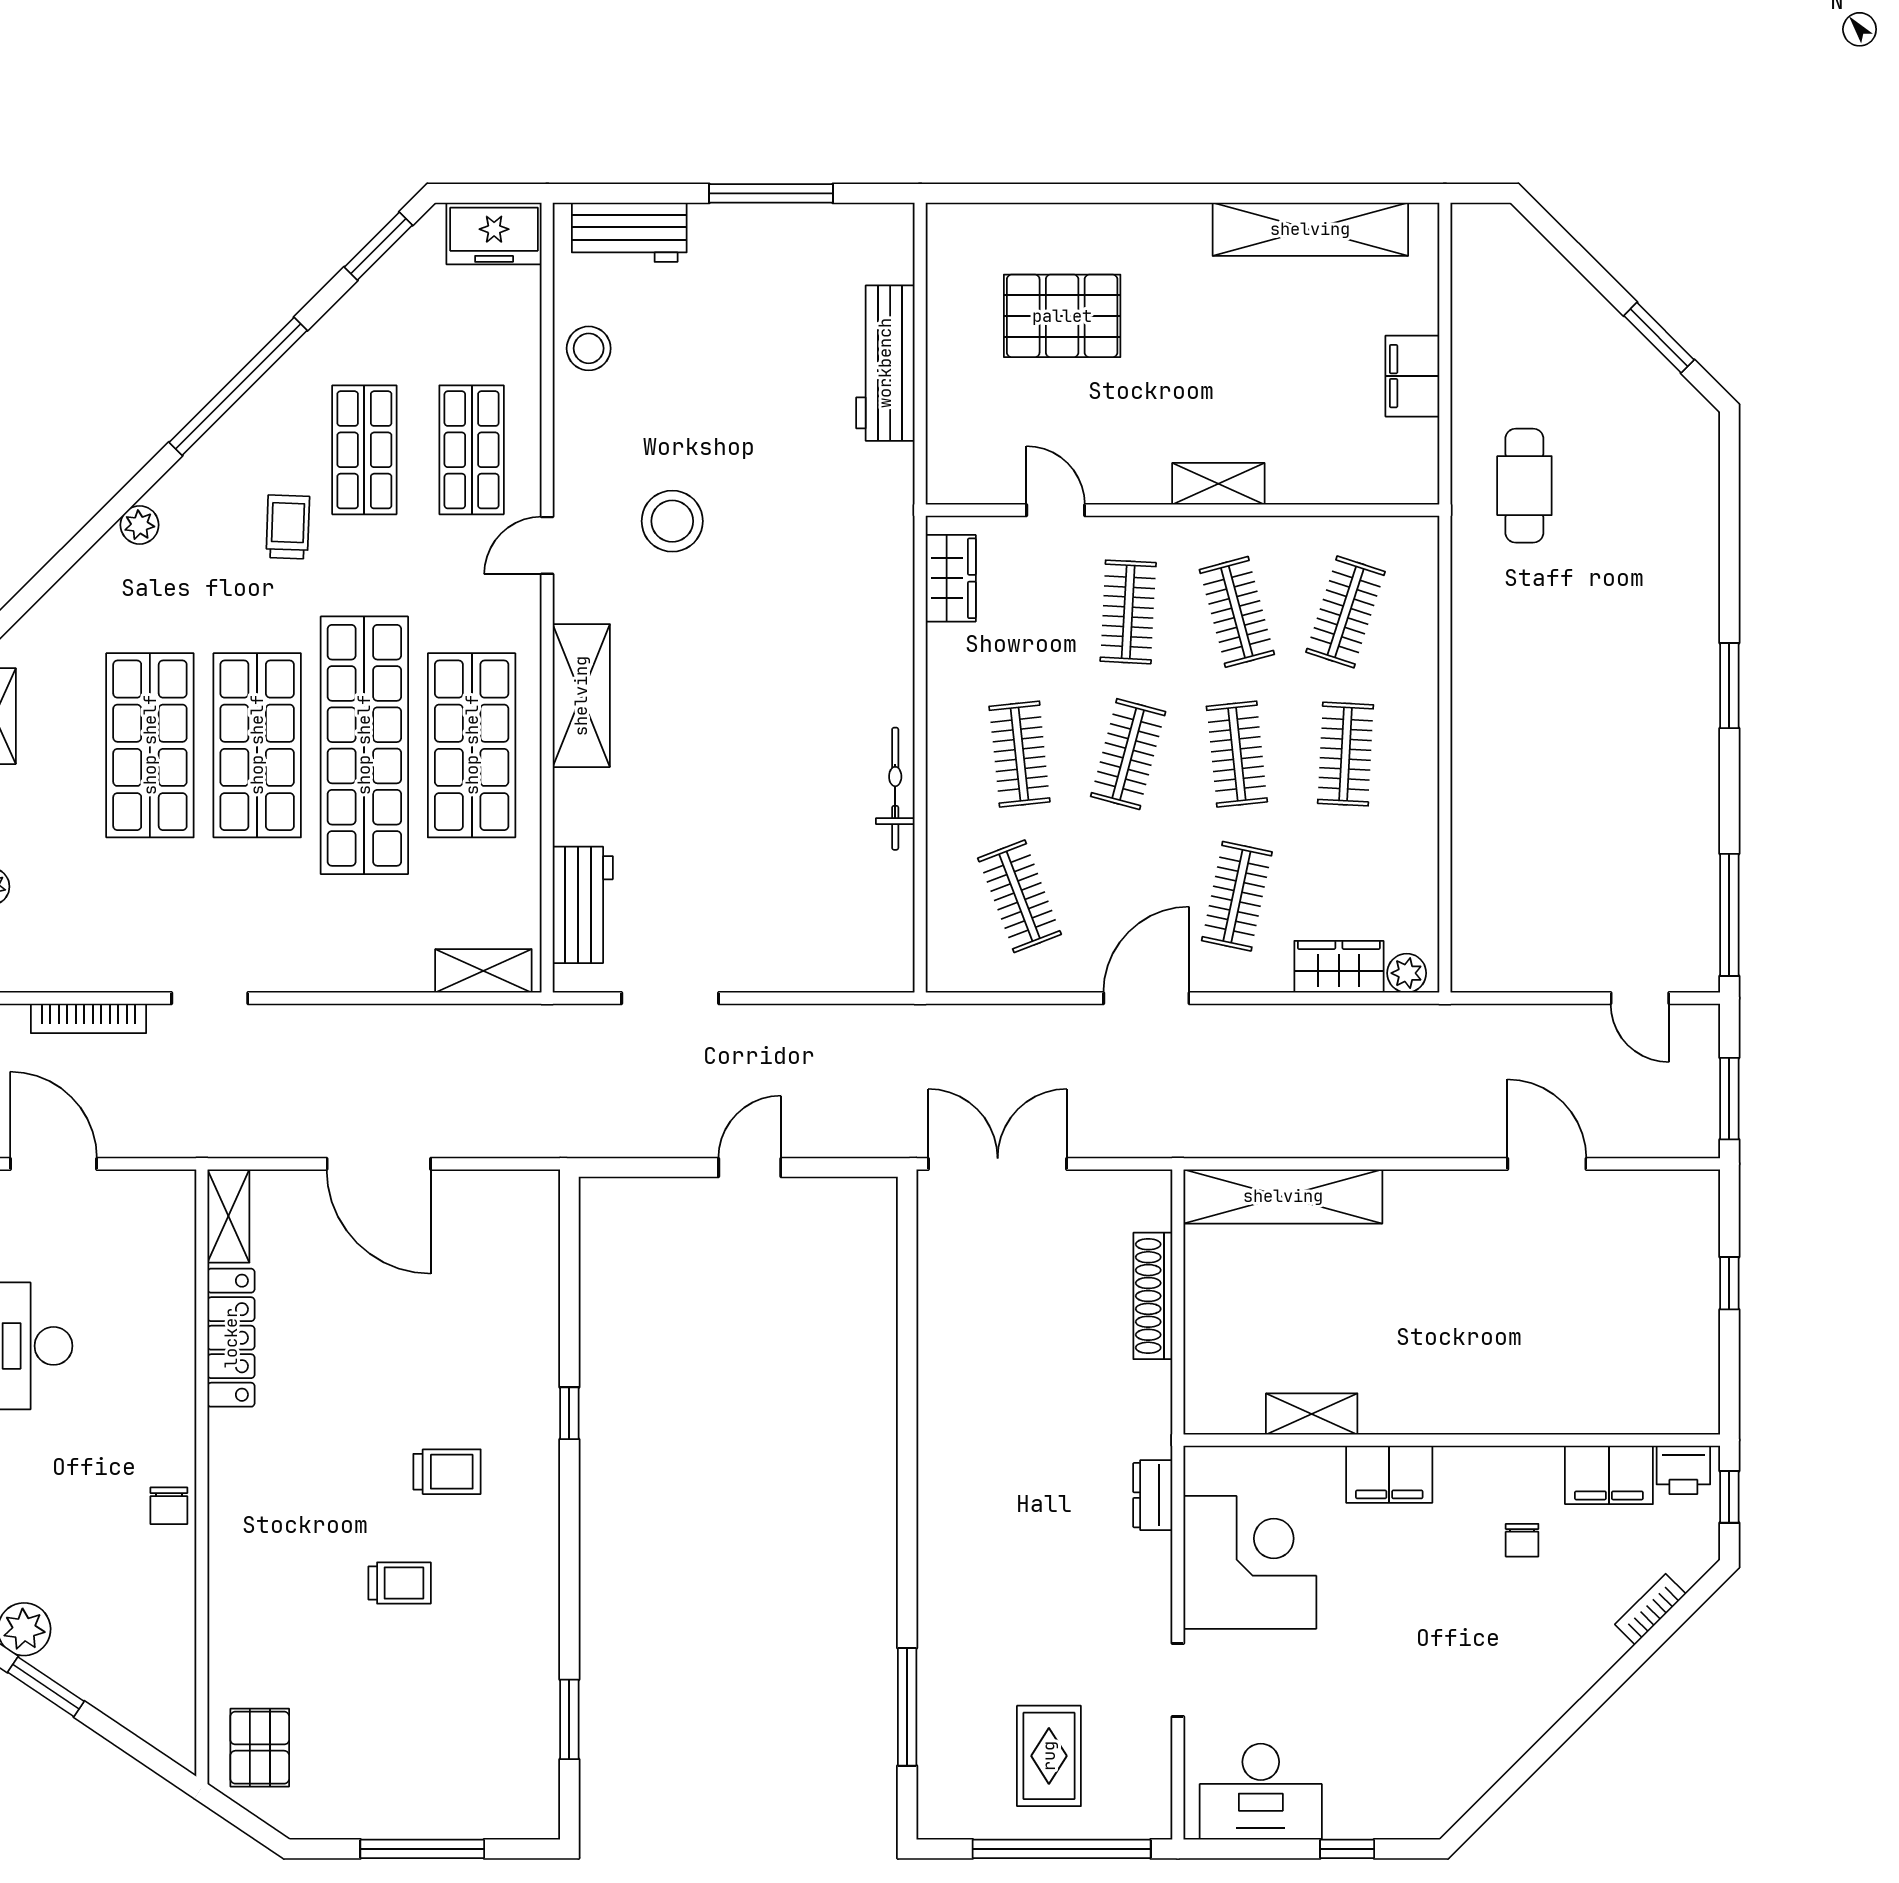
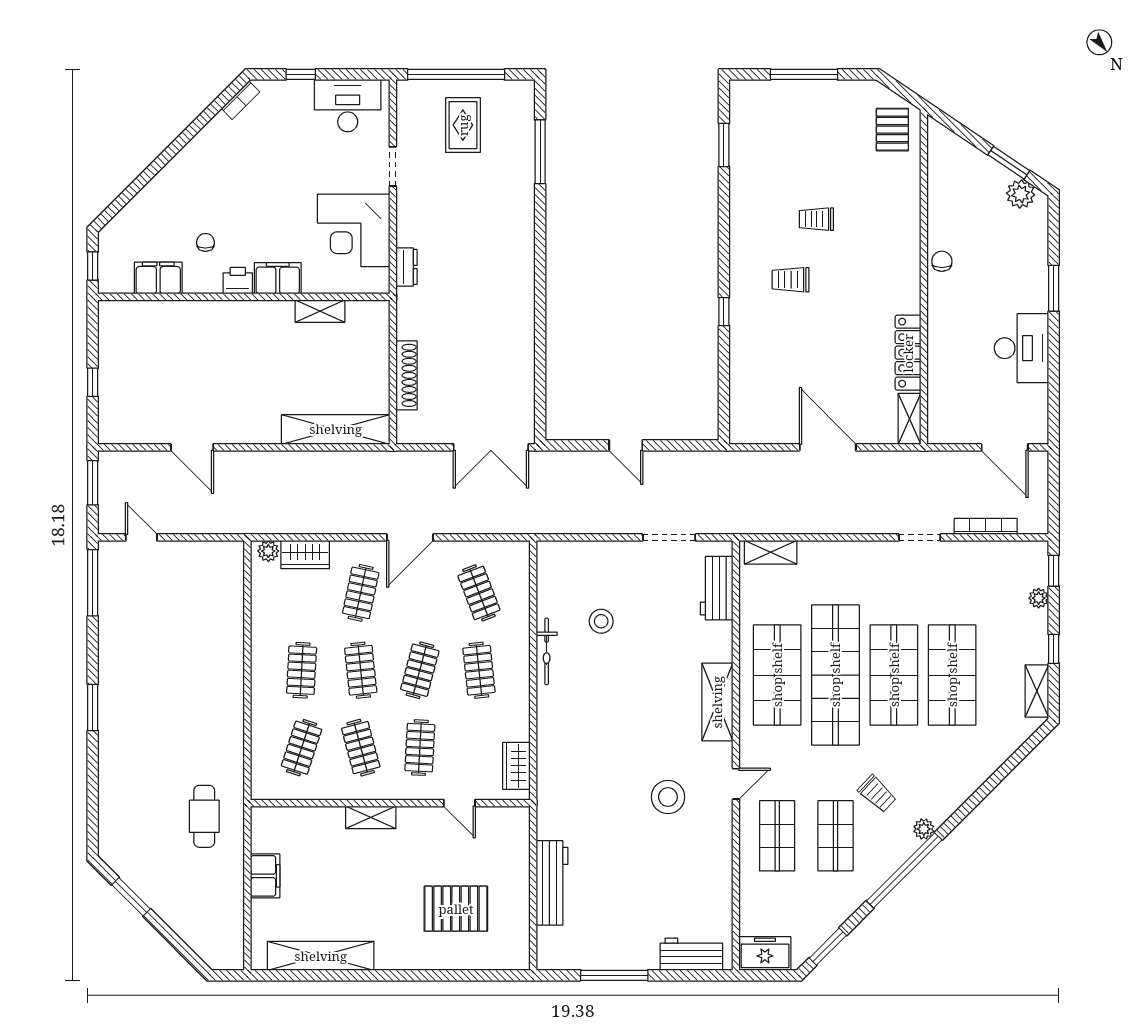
stool: (589, 348) -> (601, 621), moved
plant: (140, 525) -> (924, 829), moved
trolley: (288, 527) -> (877, 794), turned -49
door: (750, 1167) -> (626, 445), hinge flipped
printer: (1683, 1470) -> (238, 281), moved
bookcase: (1650, 1609) -> (240, 100), moved

